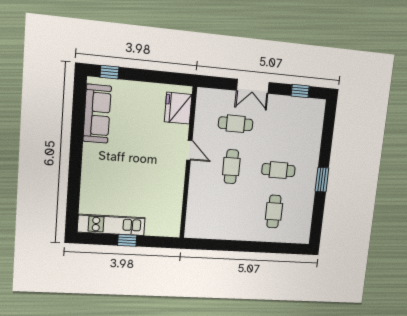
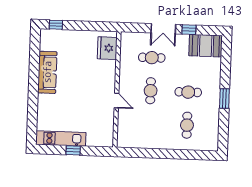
window: (300, 91) -> (189, 30), moved
booth: (305, 112) -> (206, 46), added
sofa: (97, 114) -> (47, 72), moved
door: (189, 150) -> (116, 101), moved

